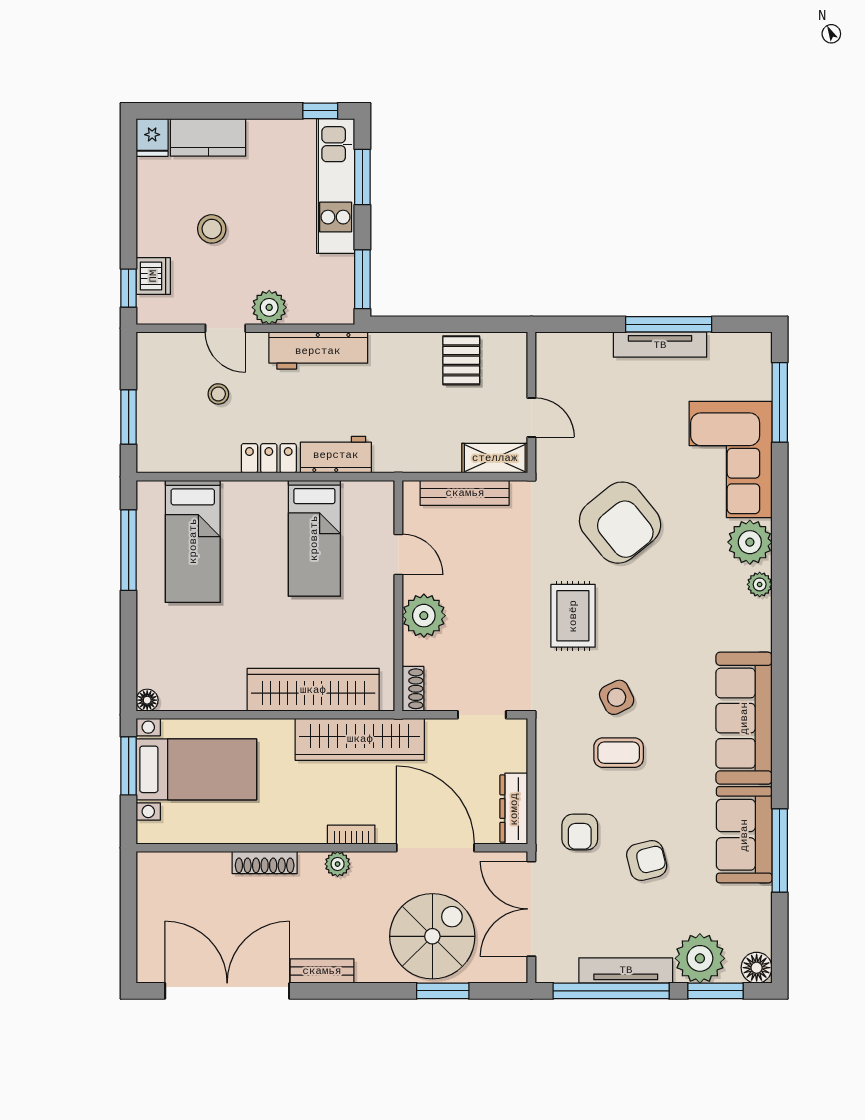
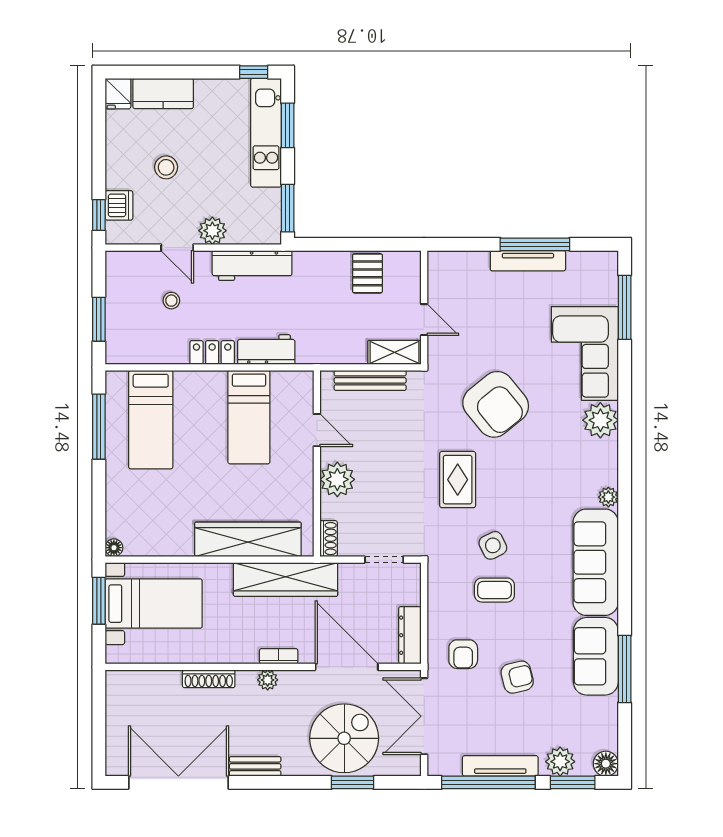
plant: (760, 584) -> (608, 497), moved
plant: (700, 958) -> (560, 762), width x0.73, depth x0.73

